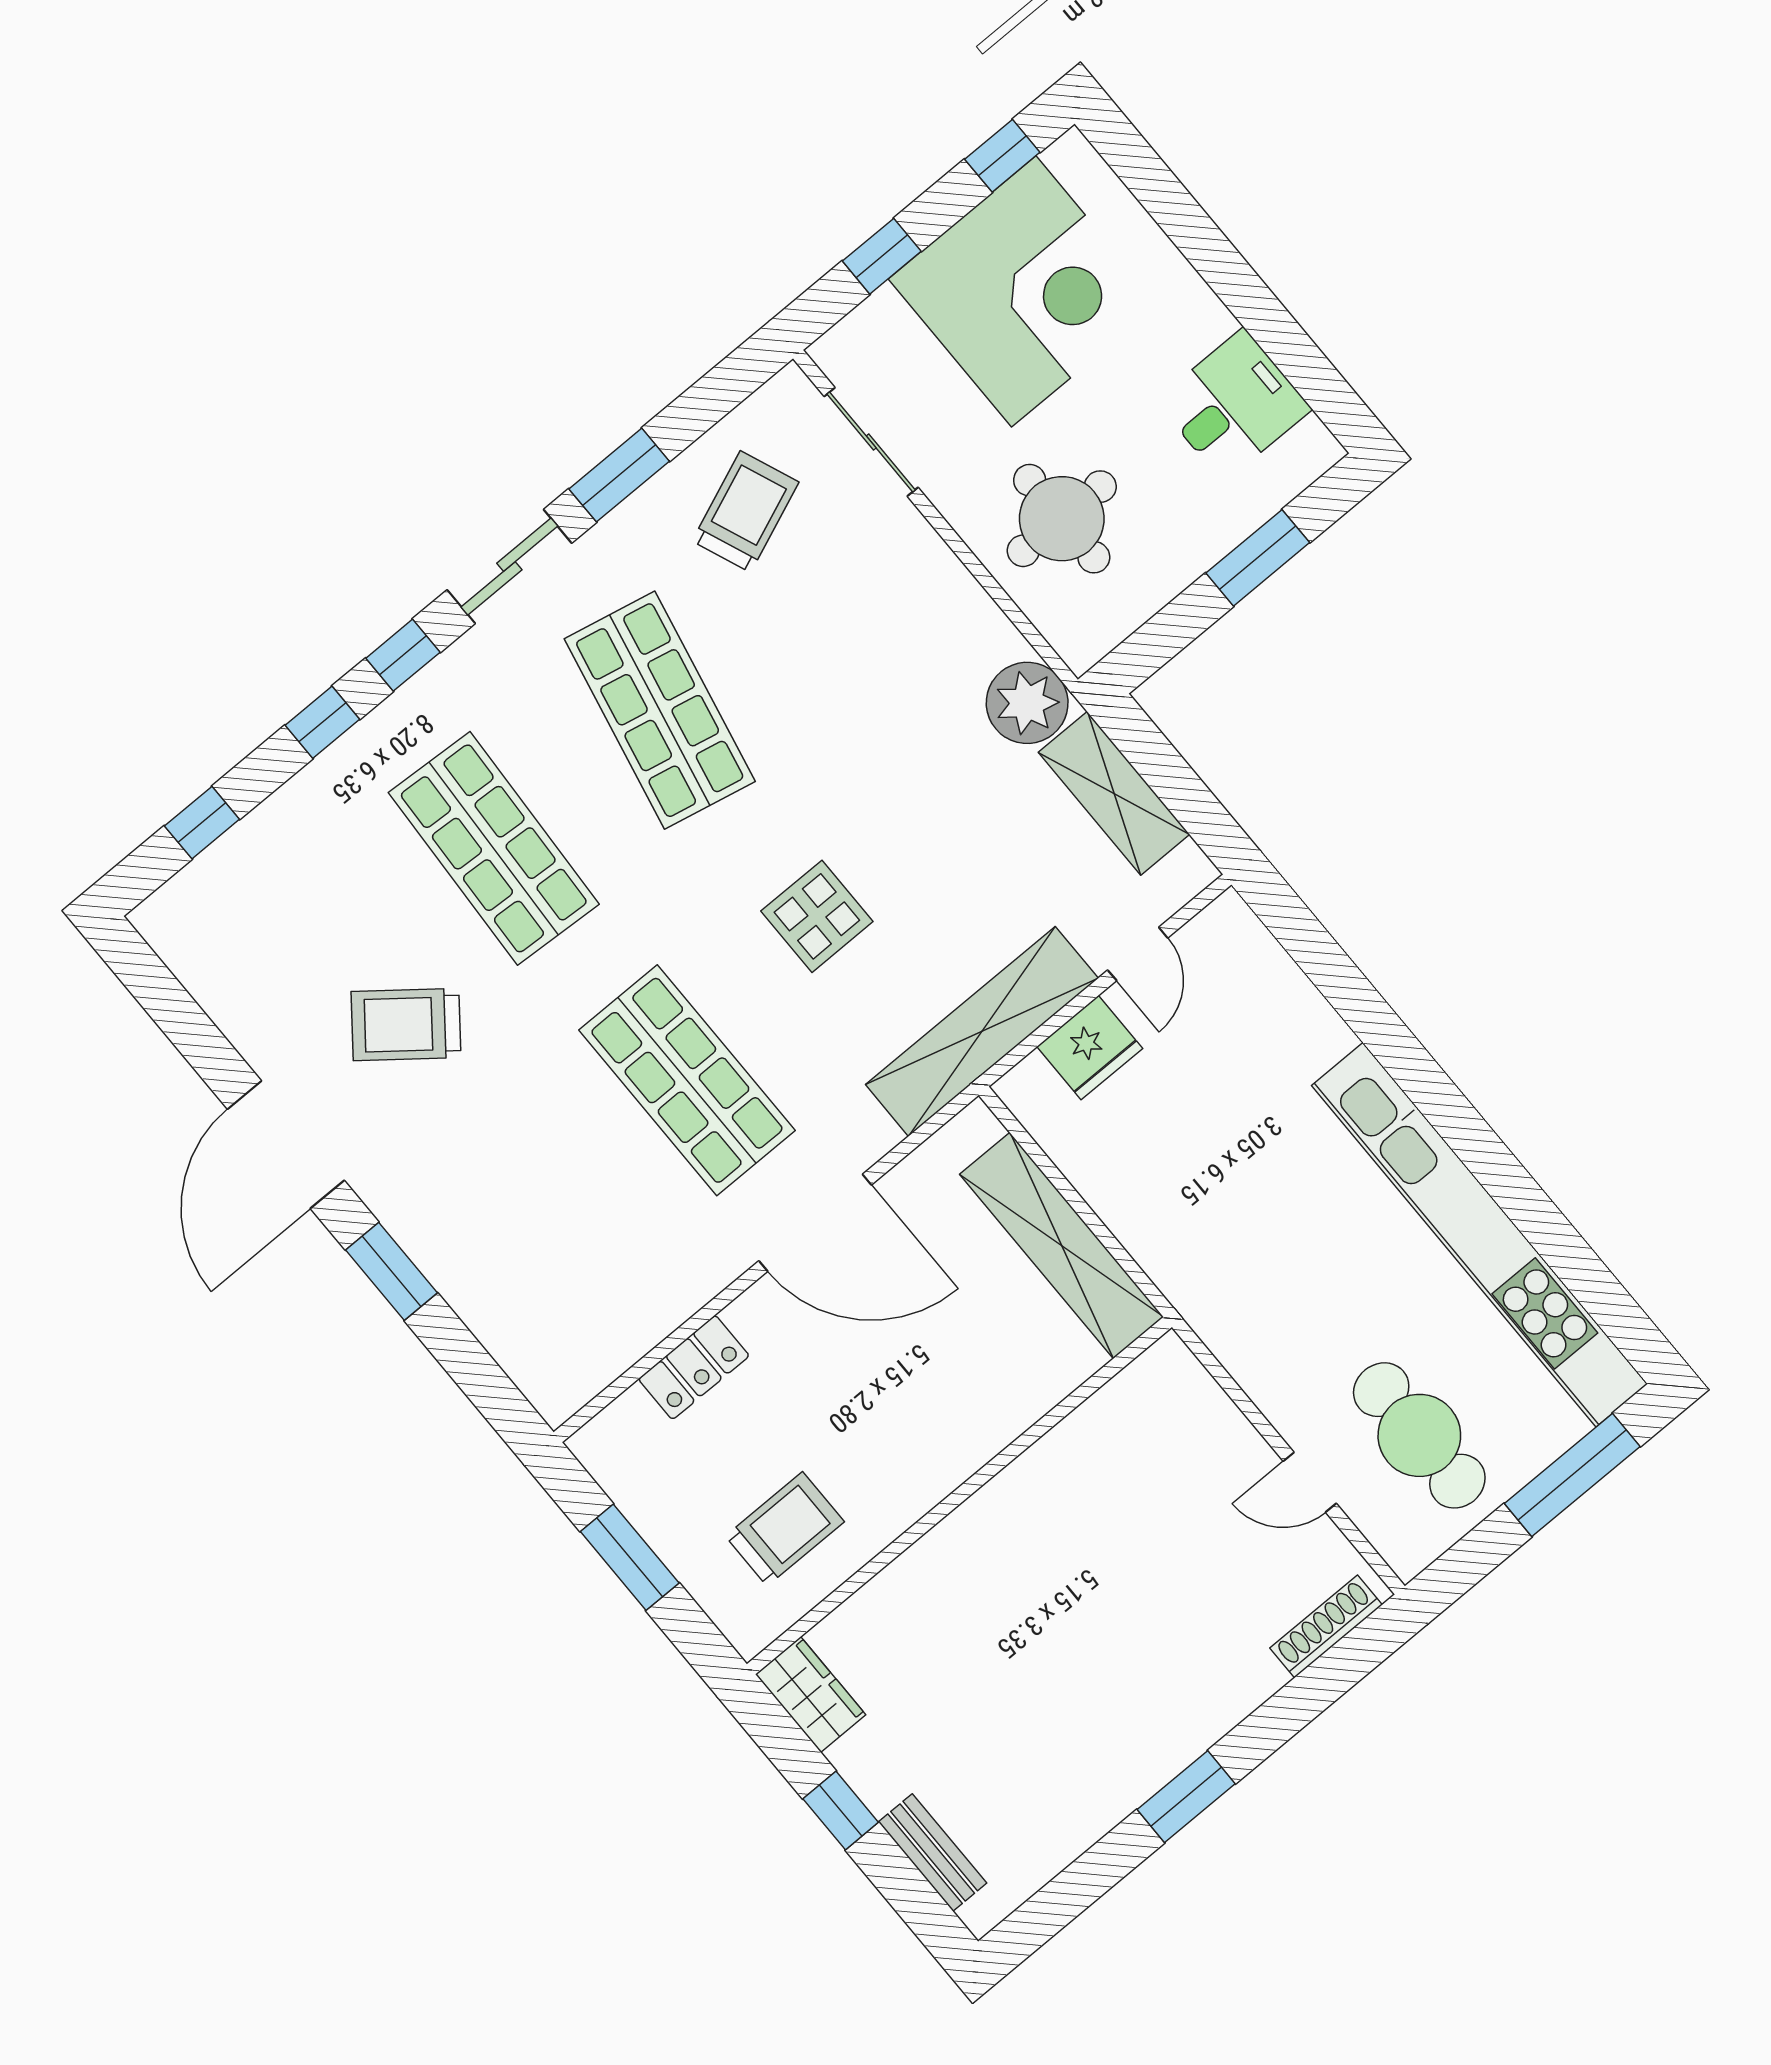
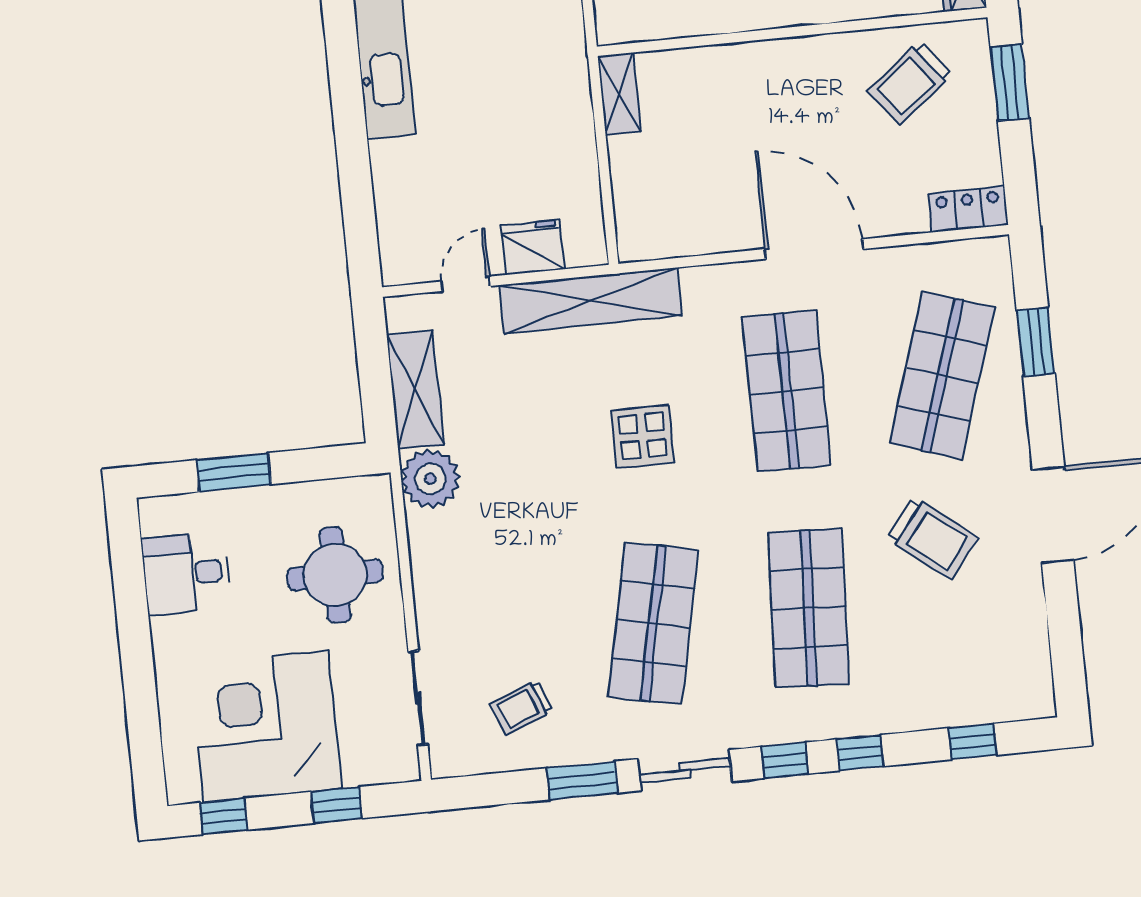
trolley: (745, 511) -> (521, 707), width x0.73, depth x0.72
shop shelf: (521, 1219) -> (942, 375), added
door: (815, 1223) -> (814, 249), moved
shelving: (1062, 1246) -> (619, 94), width x0.45, depth x0.75
window: (391, 1271) -> (1036, 342), moved
locker: (694, 1367) -> (968, 209), moved
trolley: (785, 1529) -> (910, 83), turned -38
window: (630, 1557) -> (1010, 82), moved

